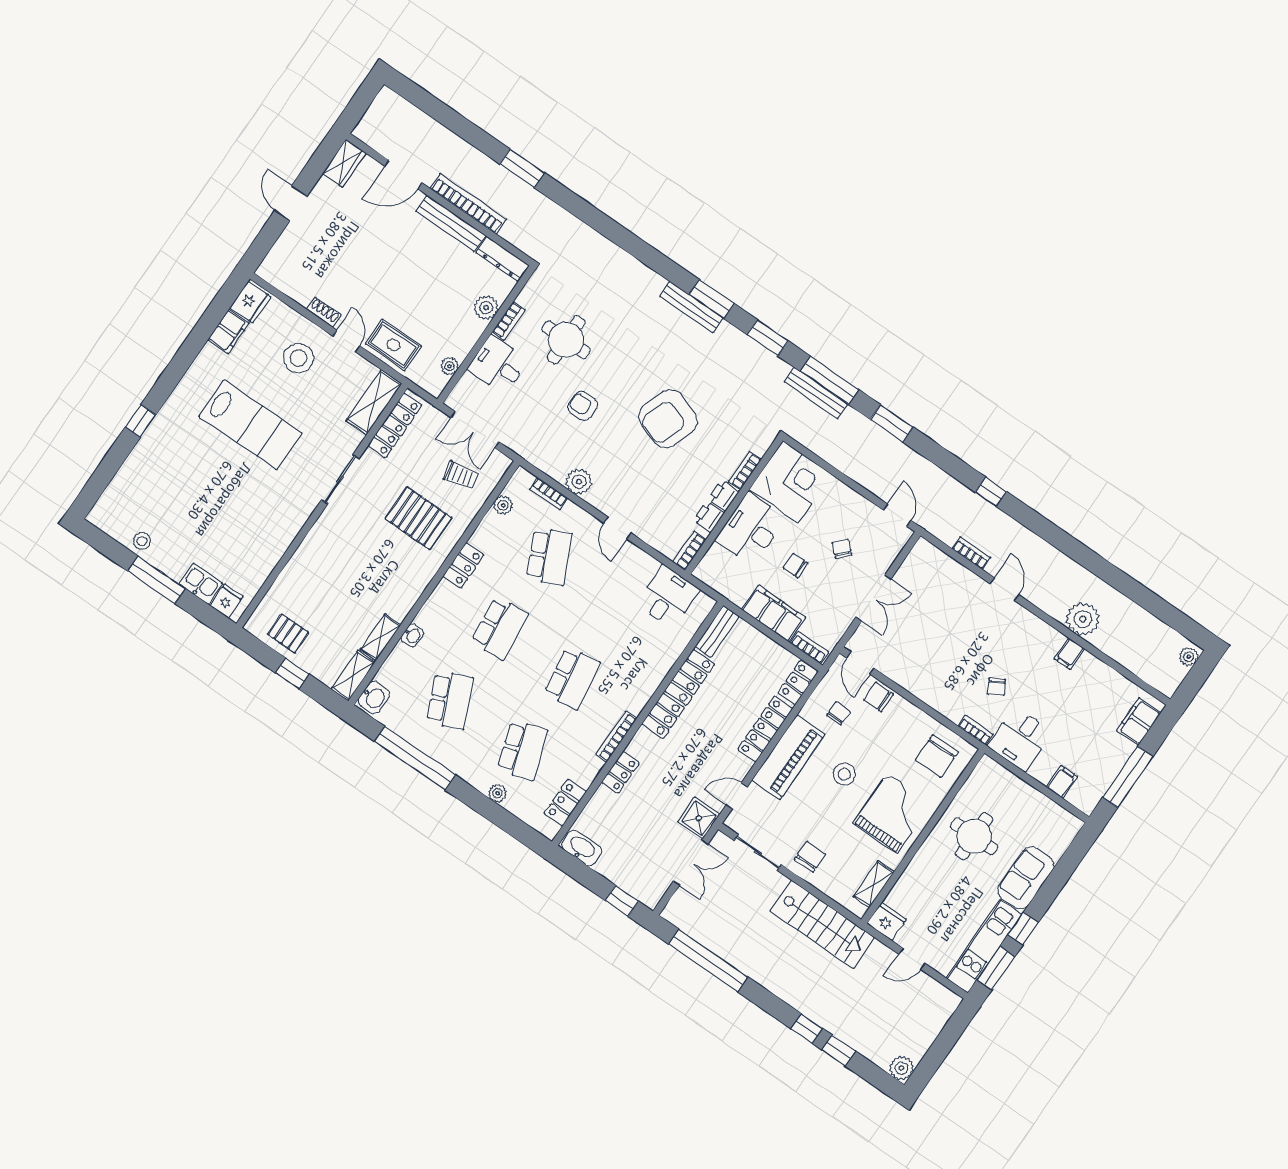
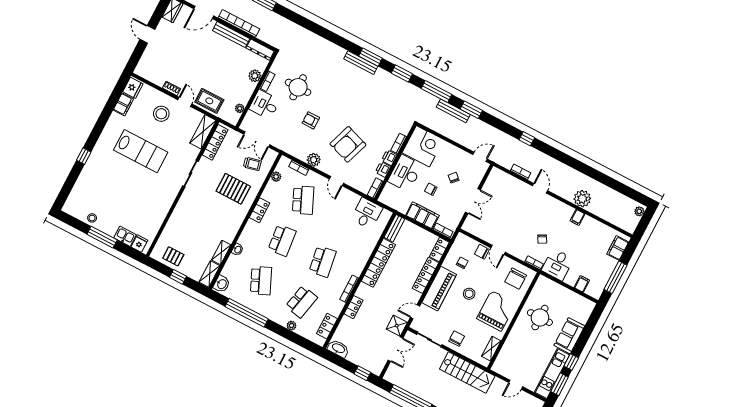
bench: (816, 393) -> (453, 111), moved
armchair: (668, 419) -> (348, 144), moved
door: (897, 515) -> (480, 157), hinge flipped
door: (860, 663) -> (498, 250), moved
school desk: (522, 750) -> (302, 302), turned 30
fridge: (887, 921) -> (500, 367), removed

